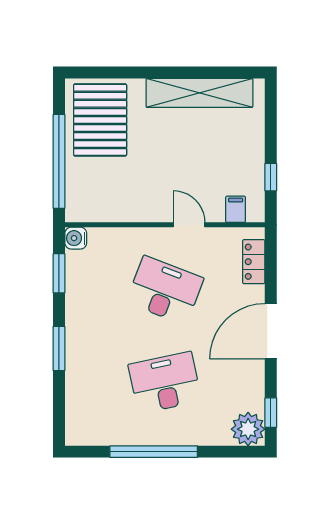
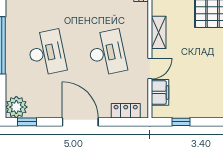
filing cabinet: (236, 209) -> (160, 92), width x2.00
shelving: (134, 211) -> (159, 32), added
desk: (165, 290) -> (107, 53), turned -33

